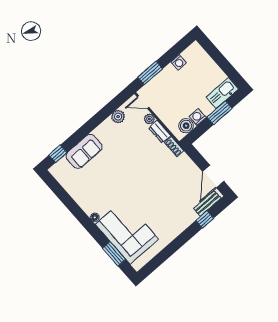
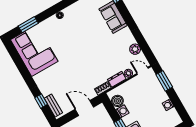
door: (143, 102) -> (142, 71), hinge flipped
door: (213, 176) -> (84, 108), moved
corner sofa: (127, 232) -> (34, 51), moved, turned -90

